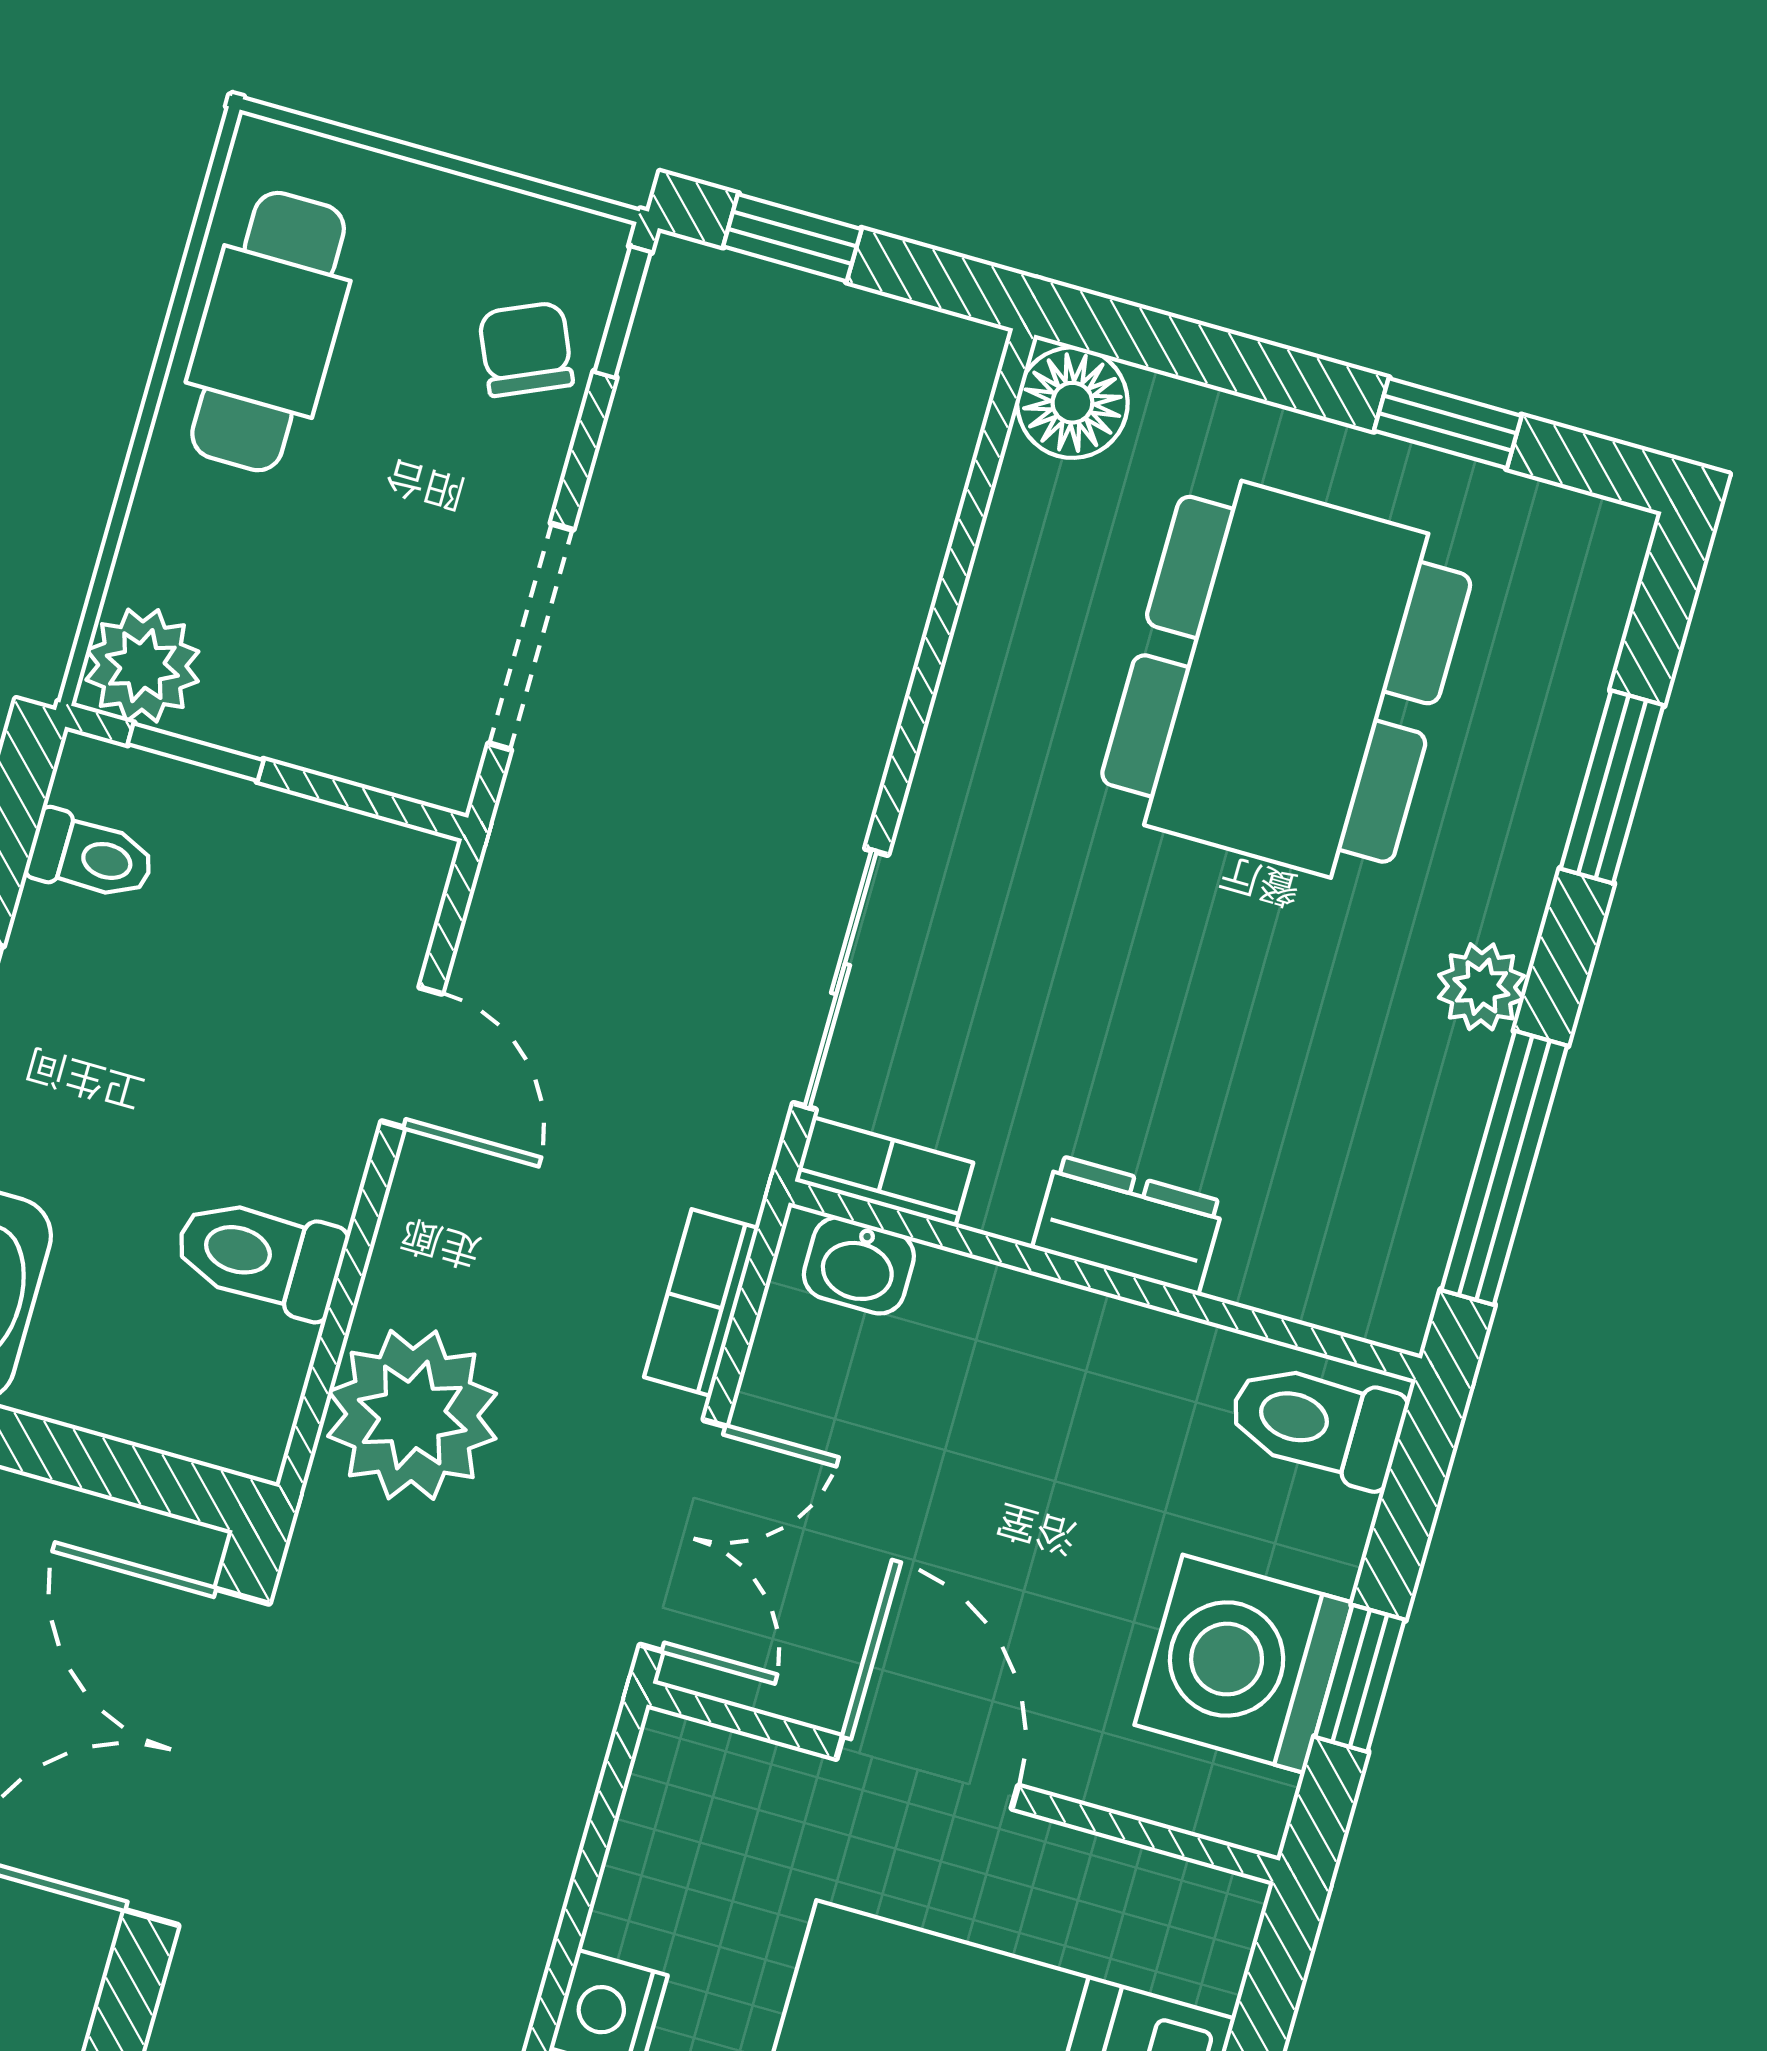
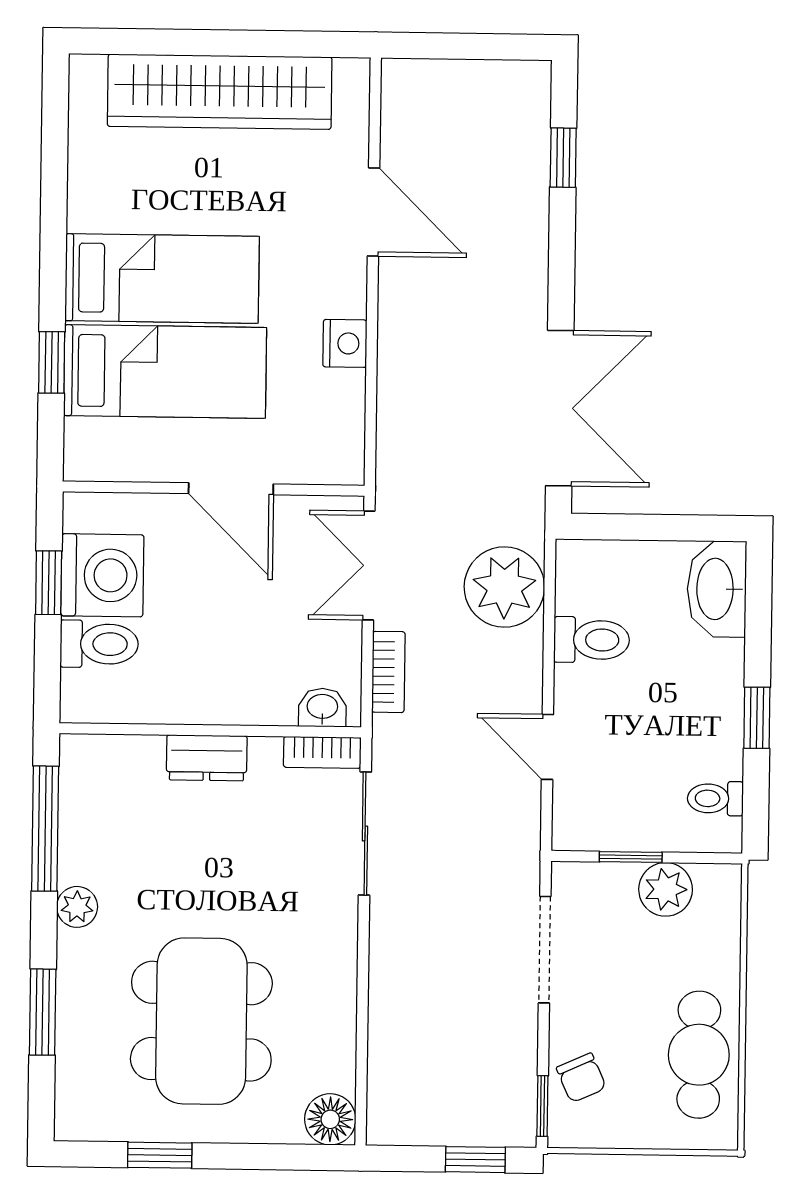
plant: (142, 666) -> (666, 889), moved
window: (196, 752) -> (631, 857), moved
toilet: (1317, 1423) -> (99, 644), moved

